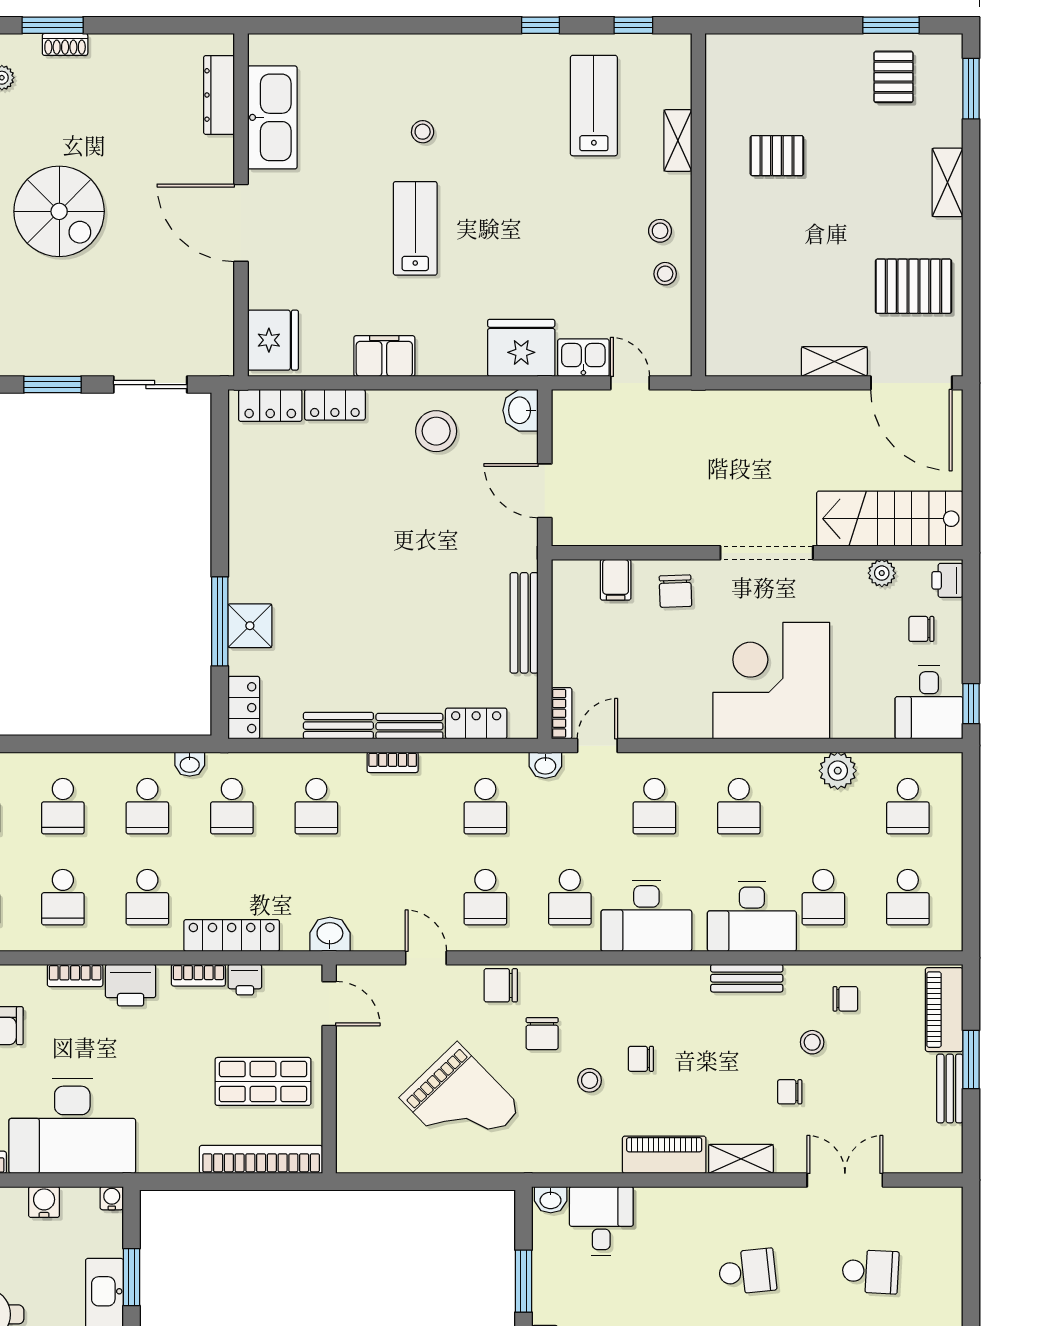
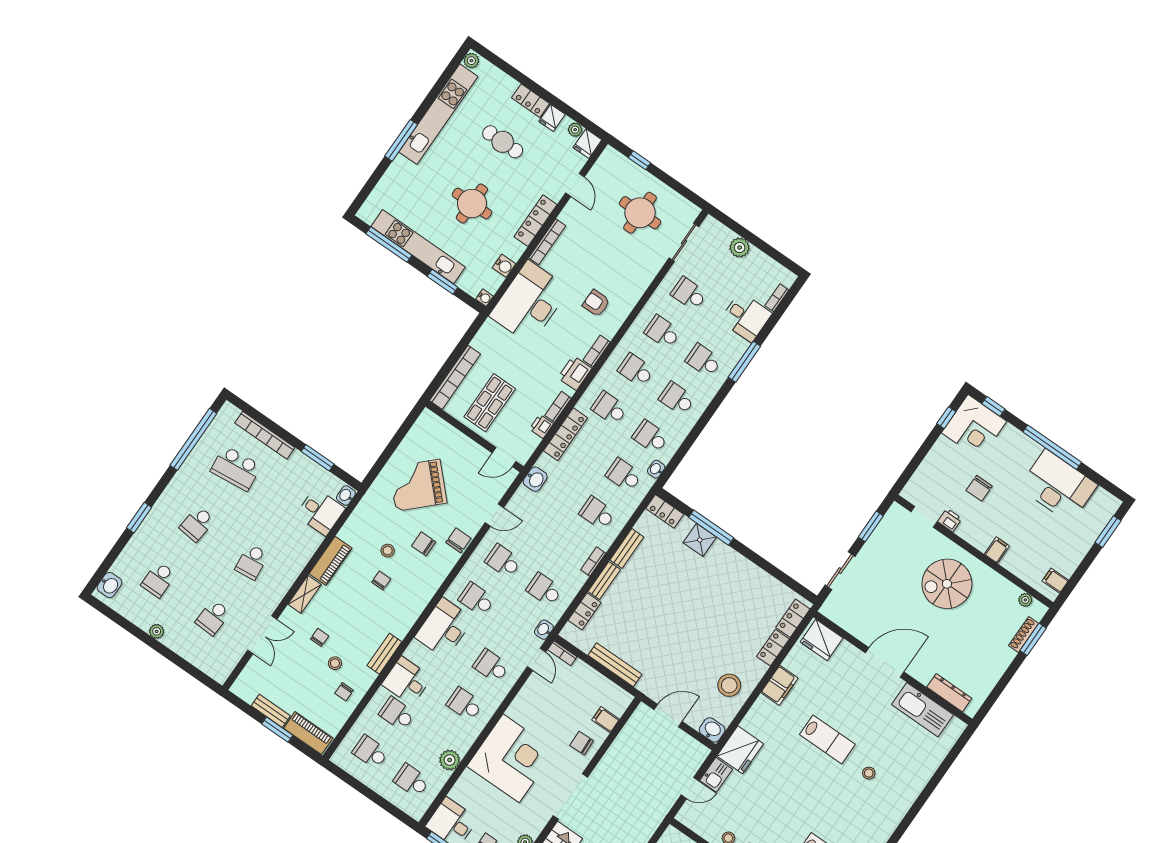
shoe rack: (65, 44) -> (1024, 635), width x1.43
desk: (752, 916) -> (407, 681), width x0.73

